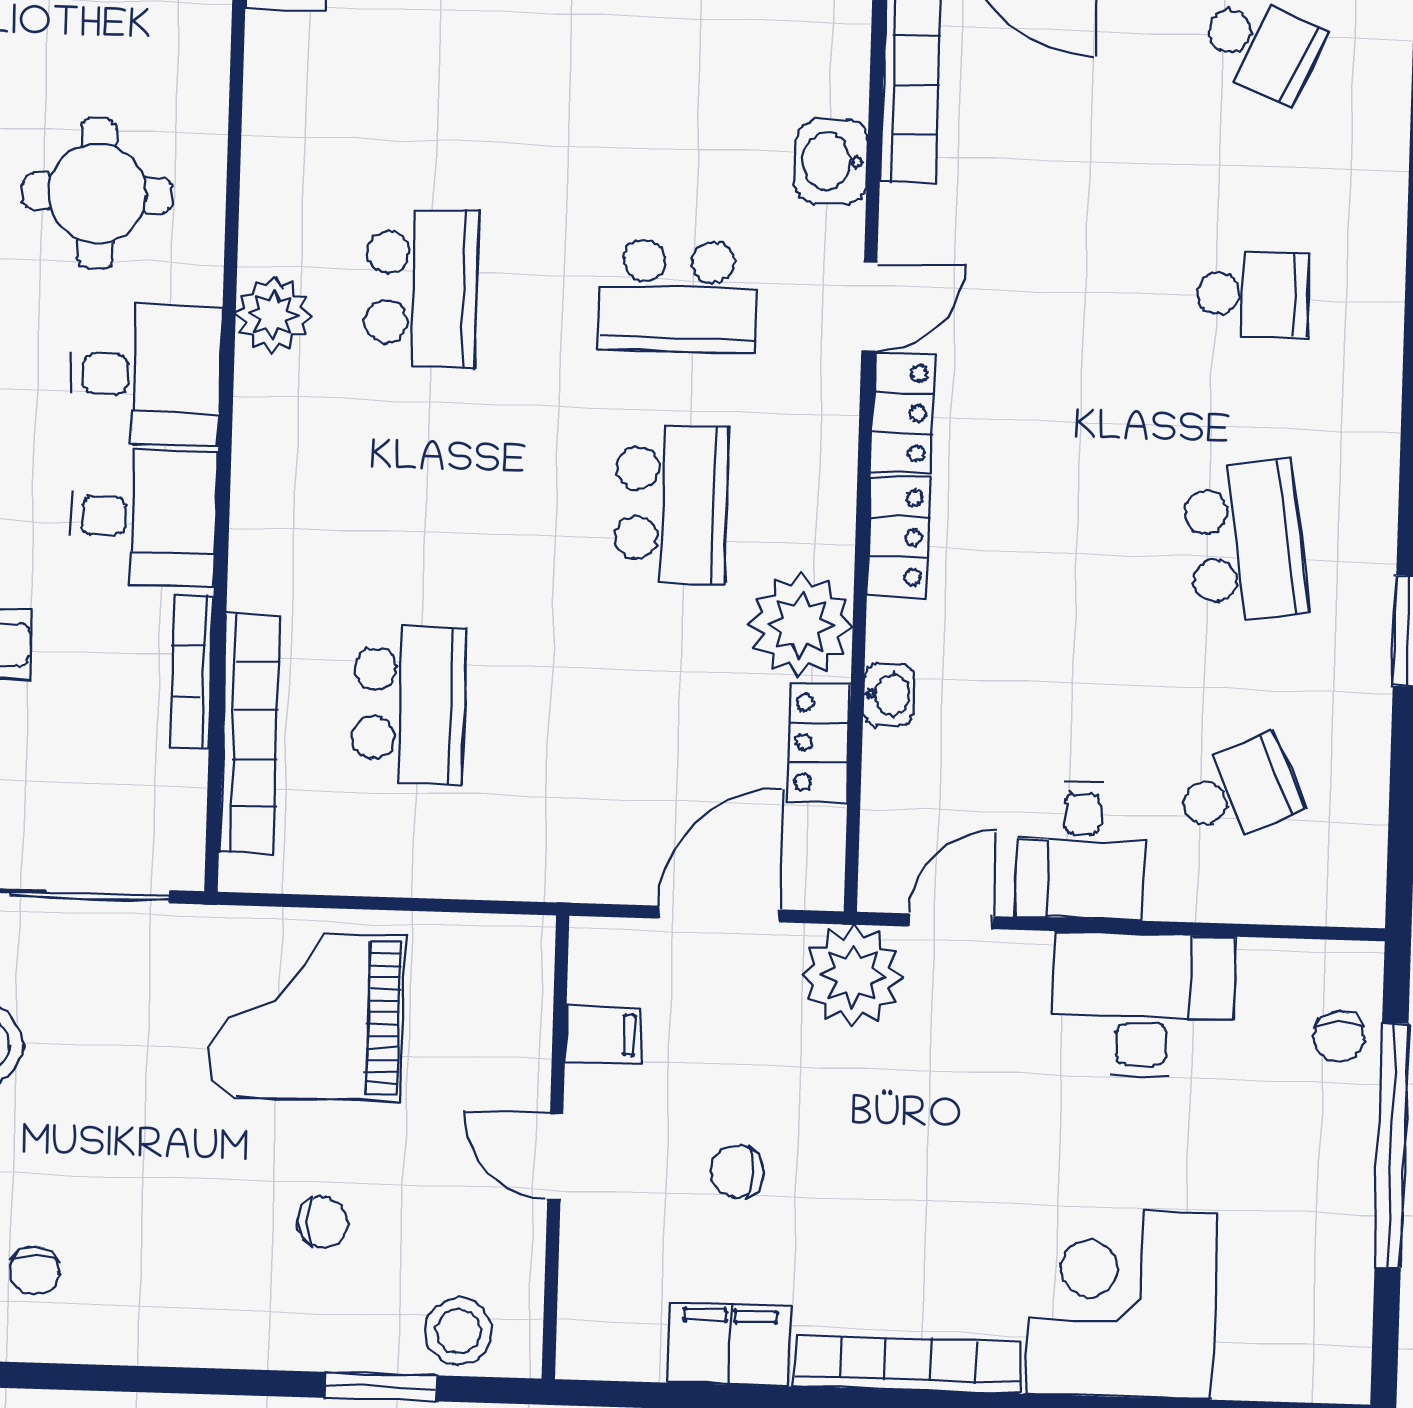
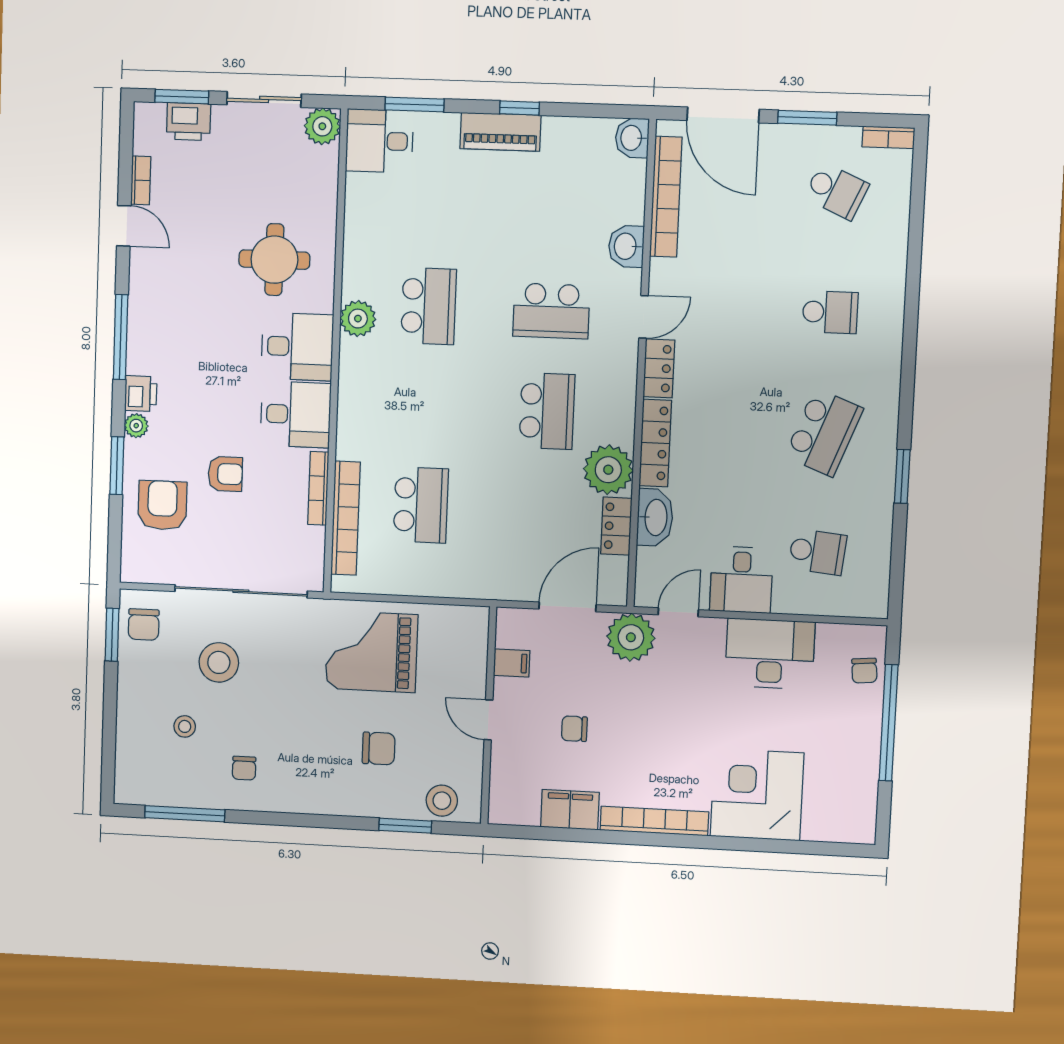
locker: (898, 537) -> (655, 443), width x1.53
school desk: (1245, 542) -> (824, 432), turned 30
washbasin: (889, 694) -> (655, 517), width x1.91, depth x1.45
school desk: (1237, 790) -> (818, 552), turned 30
chair: (323, 1222) -> (379, 748), width x1.37, depth x1.37

